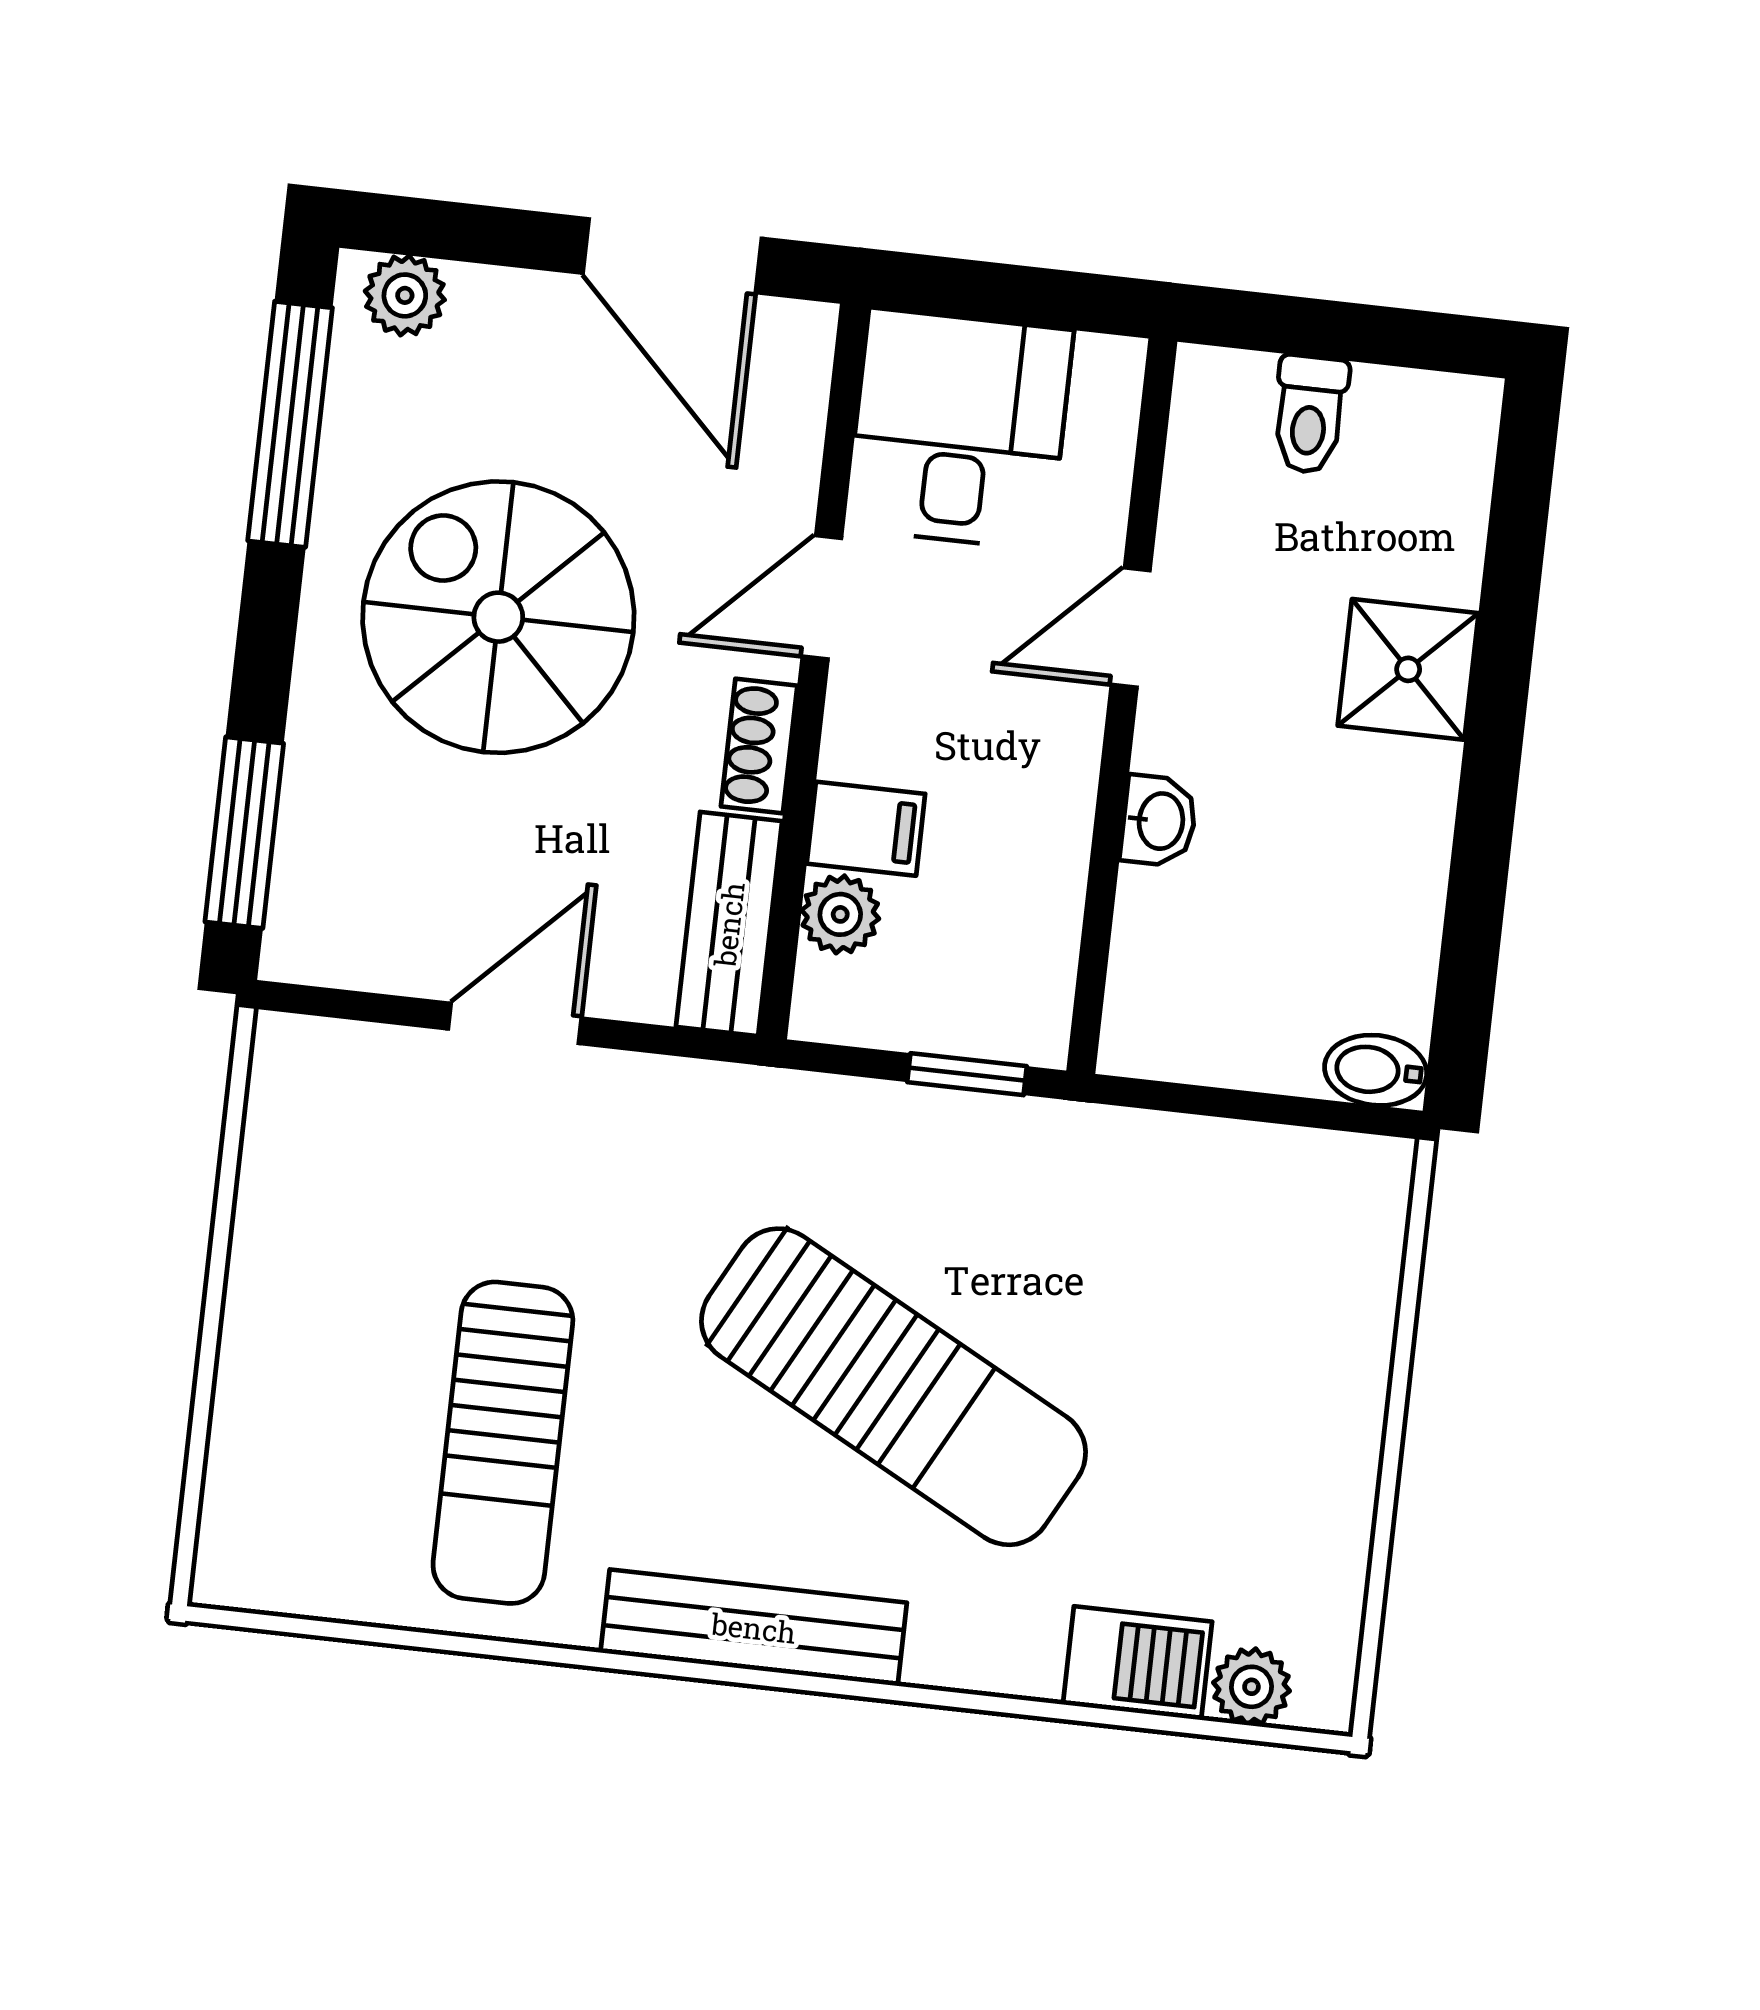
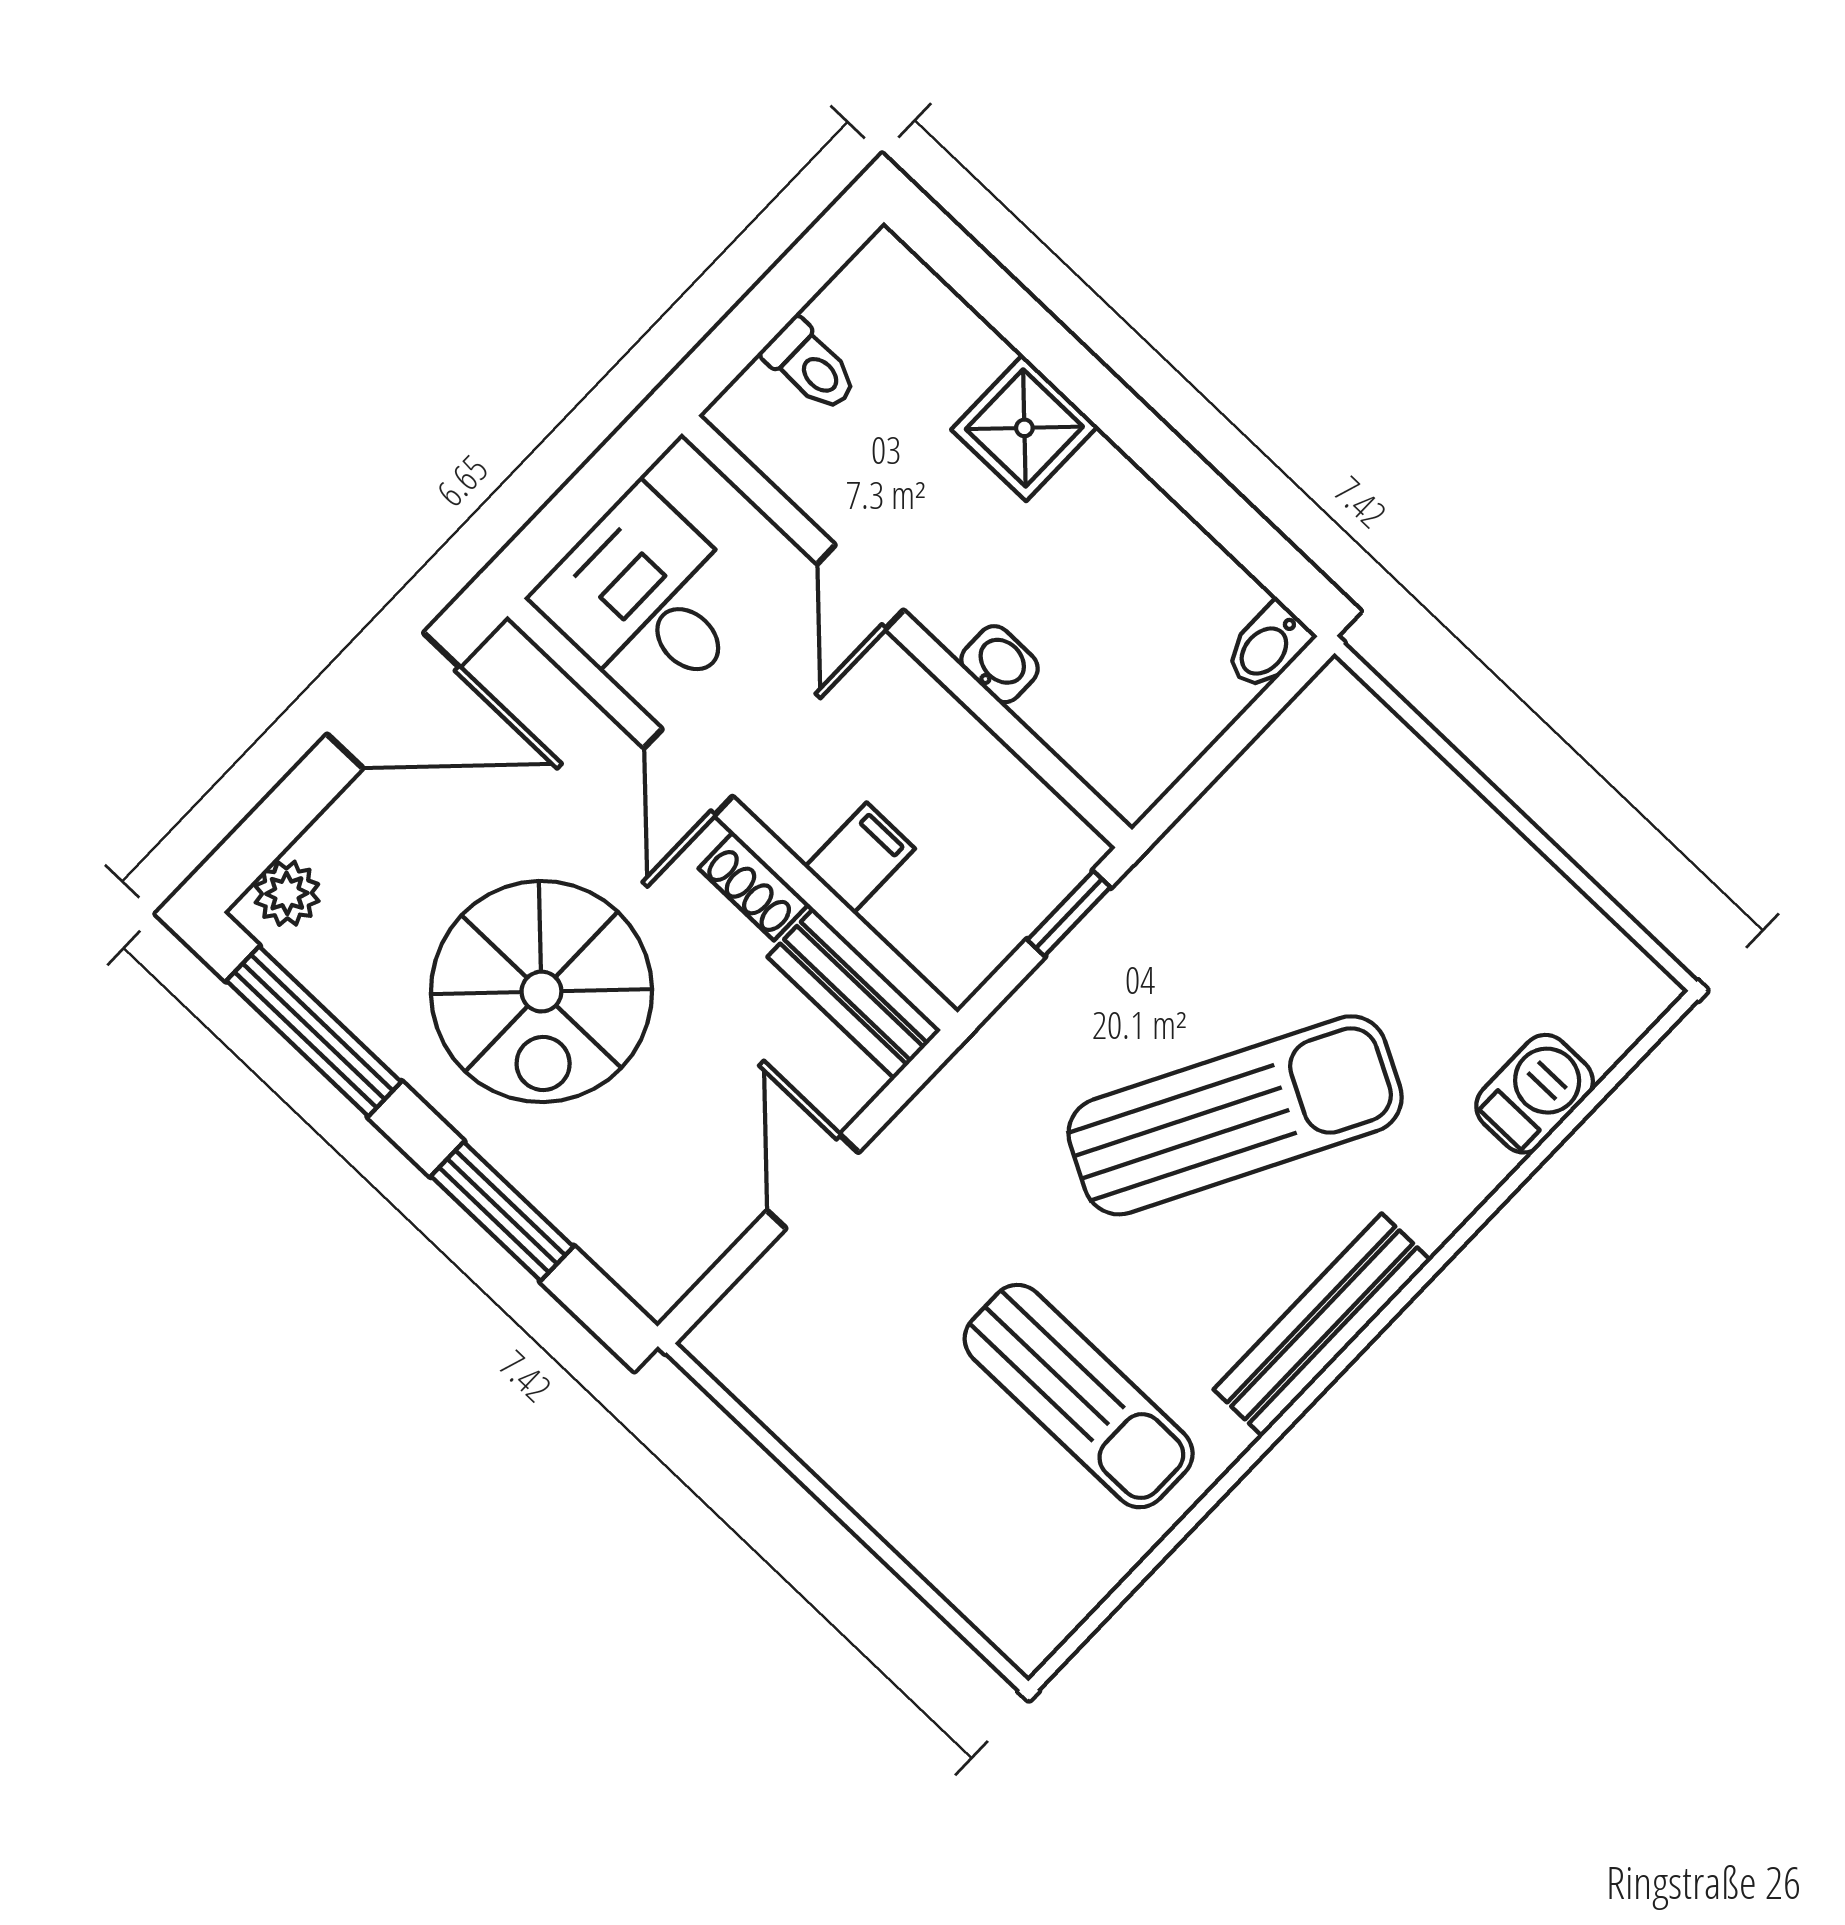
spiral stairs: (498, 617) -> (541, 992), turned -90
window: (244, 833) -> (502, 1211), moved
plant: (840, 914) -> (903, 917), removed
plant: (1251, 1687) -> (1606, 1032), removed

